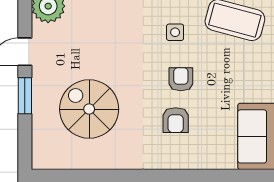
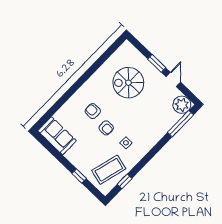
spiral stairs: (89, 109) -> (128, 83), turned 180

